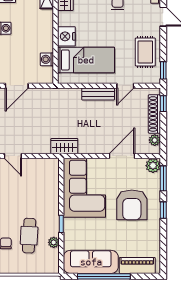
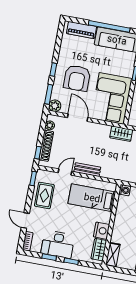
nightstand: (66, 36) -> (102, 231), moved
washing machine: (47, 59) -> (125, 190), moved
door: (122, 156) -> (78, 118), swing flipped
armchair: (132, 205) -> (77, 78), turned 180

